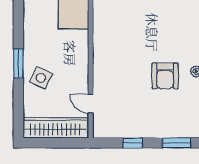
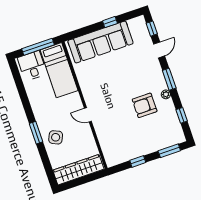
armchair: (165, 76) -> (145, 105), turned 90
door: (91, 104) -> (88, 115), moved

